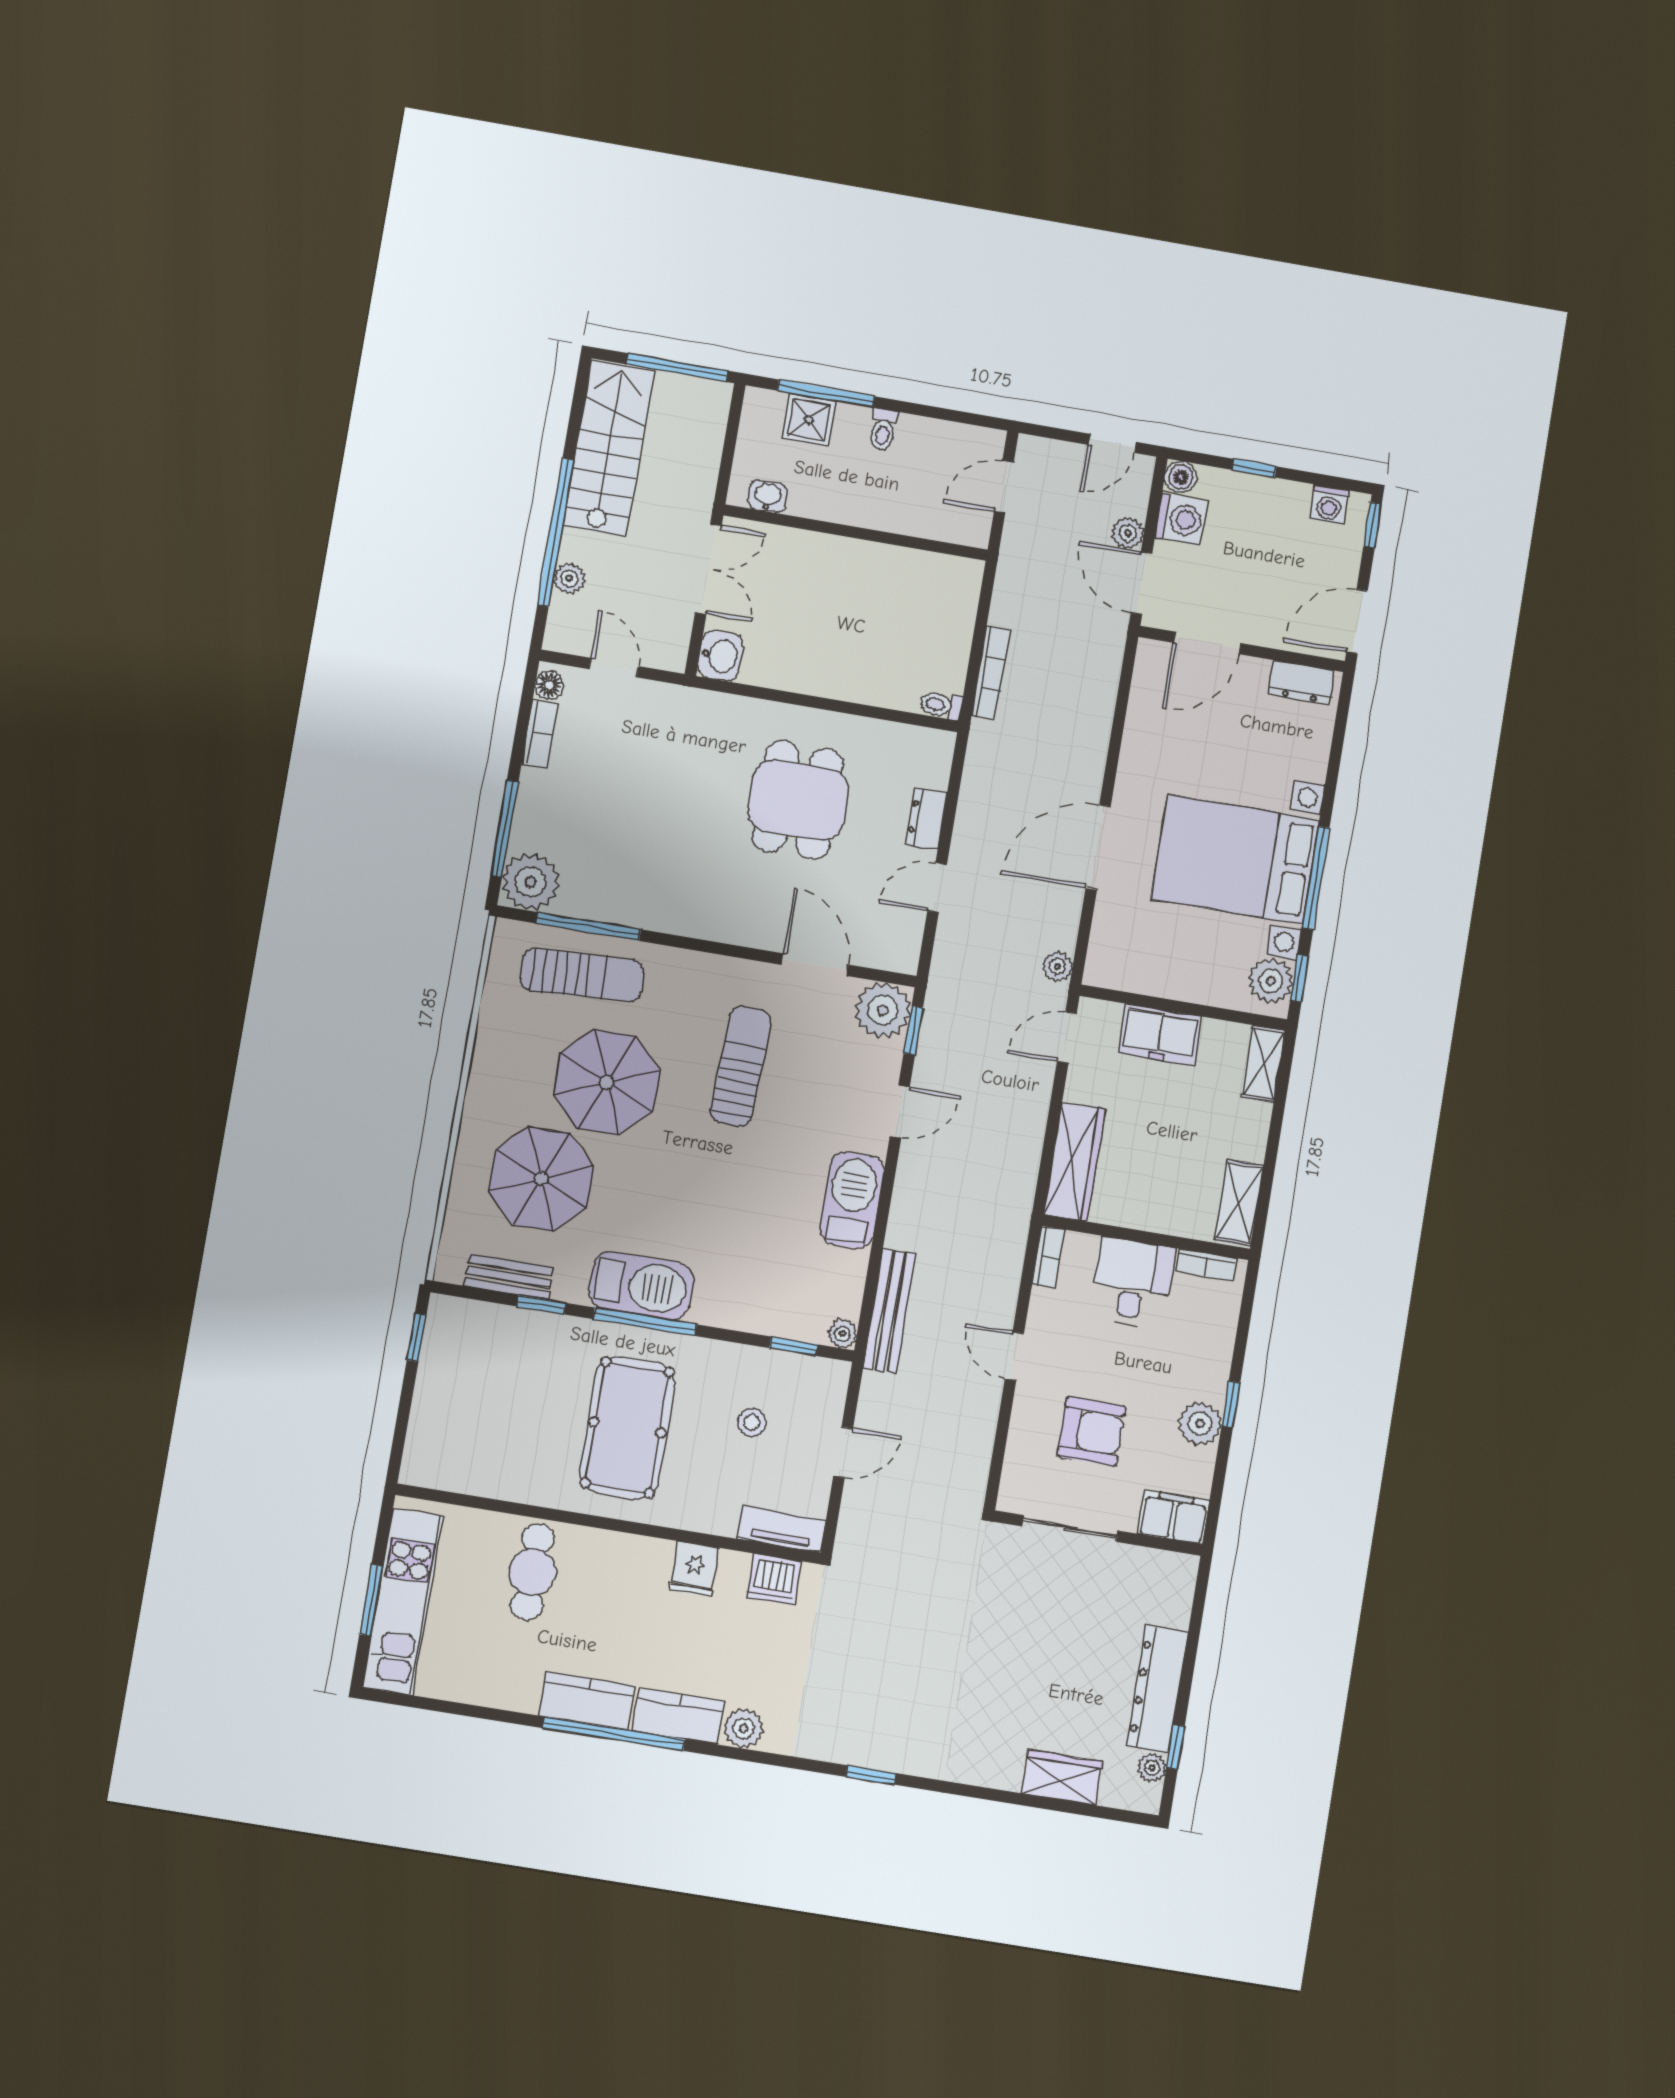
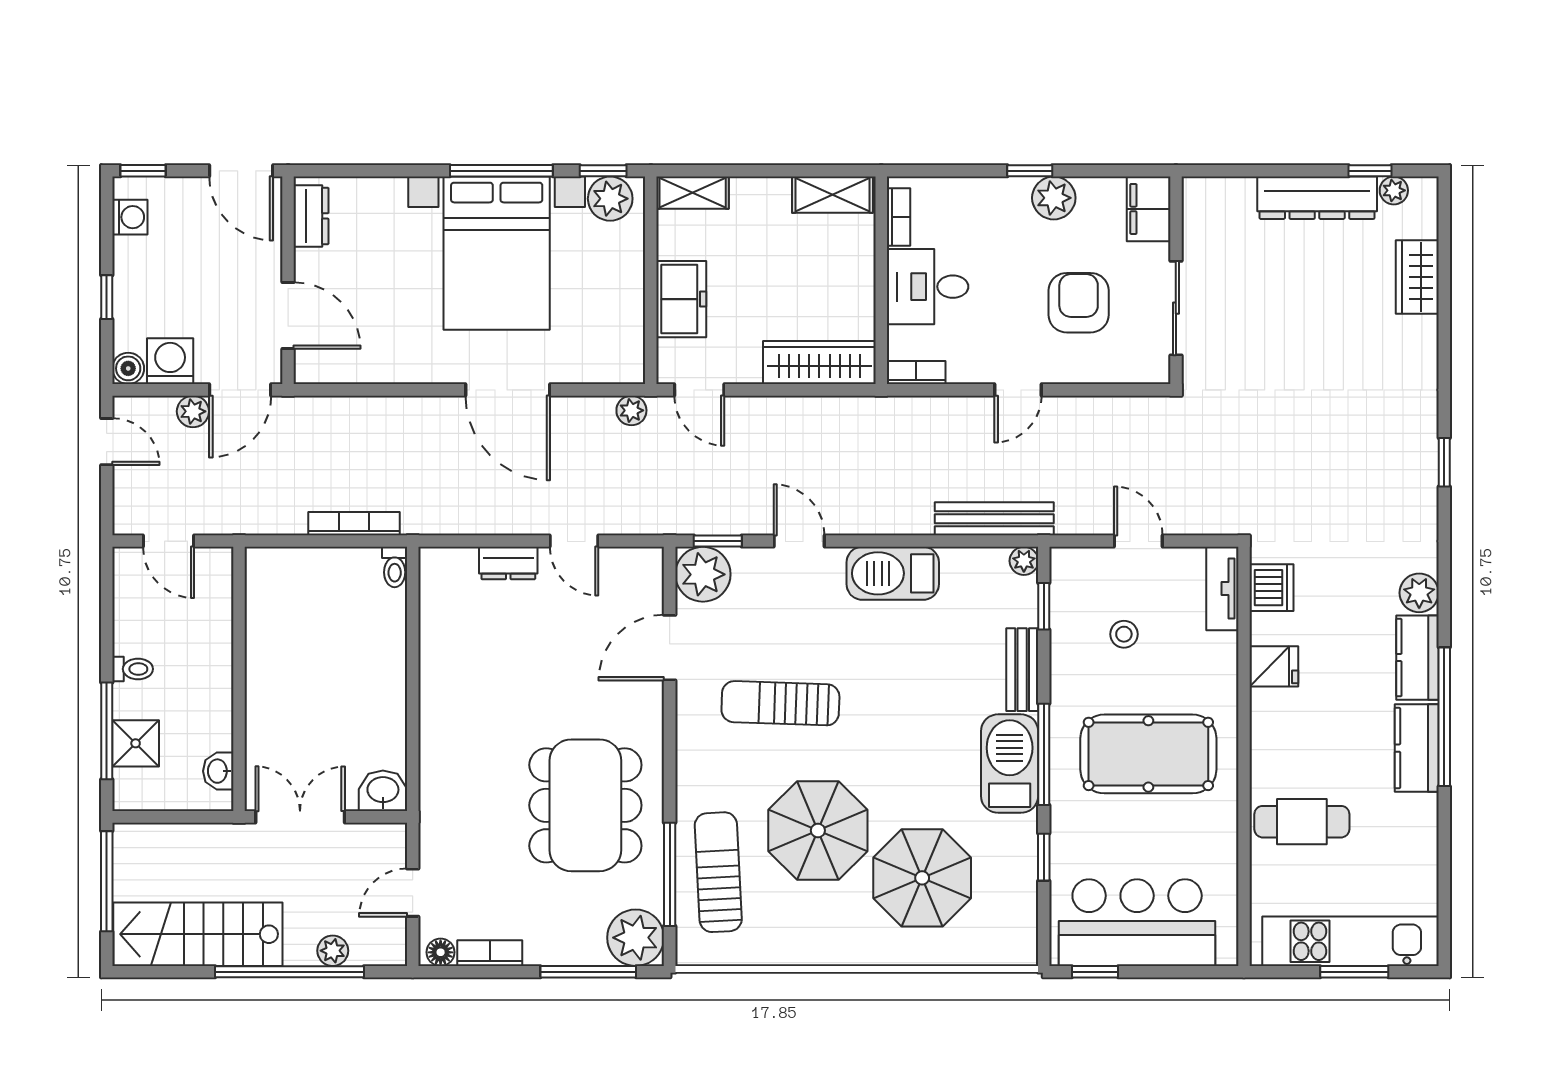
dining table: (798, 800) -> (585, 805), moved, width x1.38
bench: (509, 1277) -> (1022, 670), moved
bar counter: (459, 1388) -> (1137, 923), added

